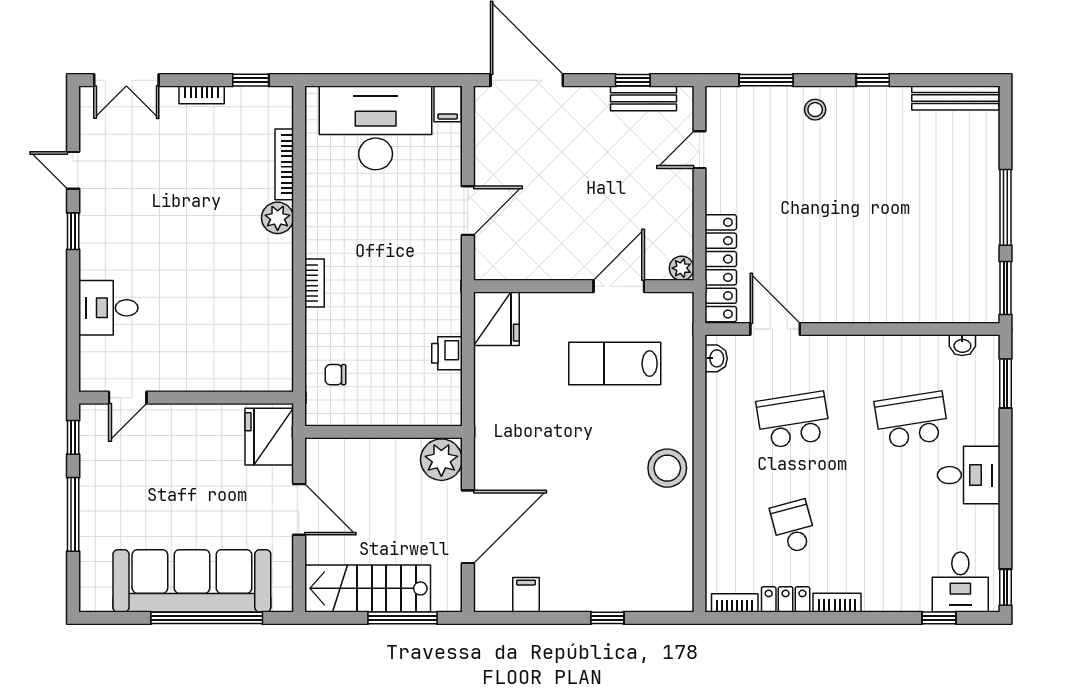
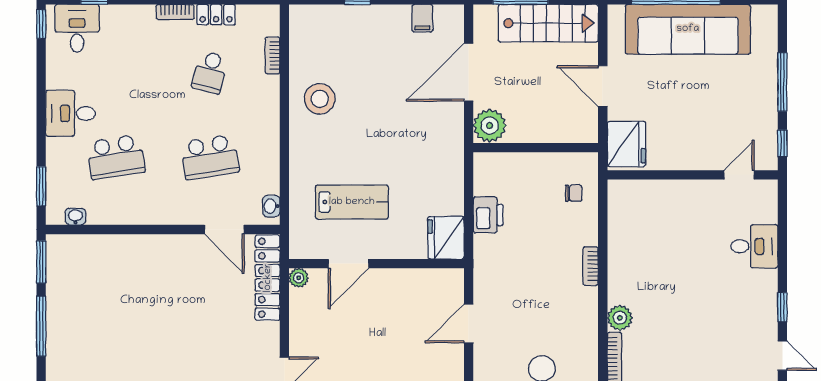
printer: (447, 353) -> (488, 215), width x1.36, depth x1.24
stool: (667, 468) -> (320, 99), moved
school desk: (793, 527) -> (210, 72), turned 30
bookcase: (735, 603) -> (273, 55), moved, turned 90

